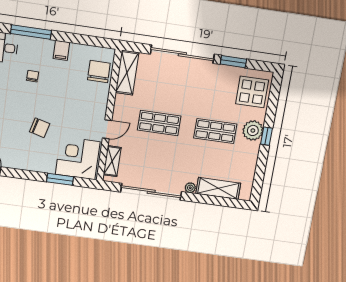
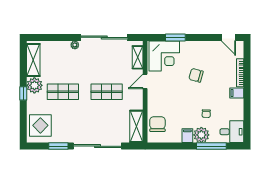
plant: (43, 49) -> (201, 135), added
chair: (99, 72) -> (157, 124), turned 180
plant: (253, 130) -> (34, 85), moved
shelving: (218, 188) -> (33, 60), moved, turned 90

